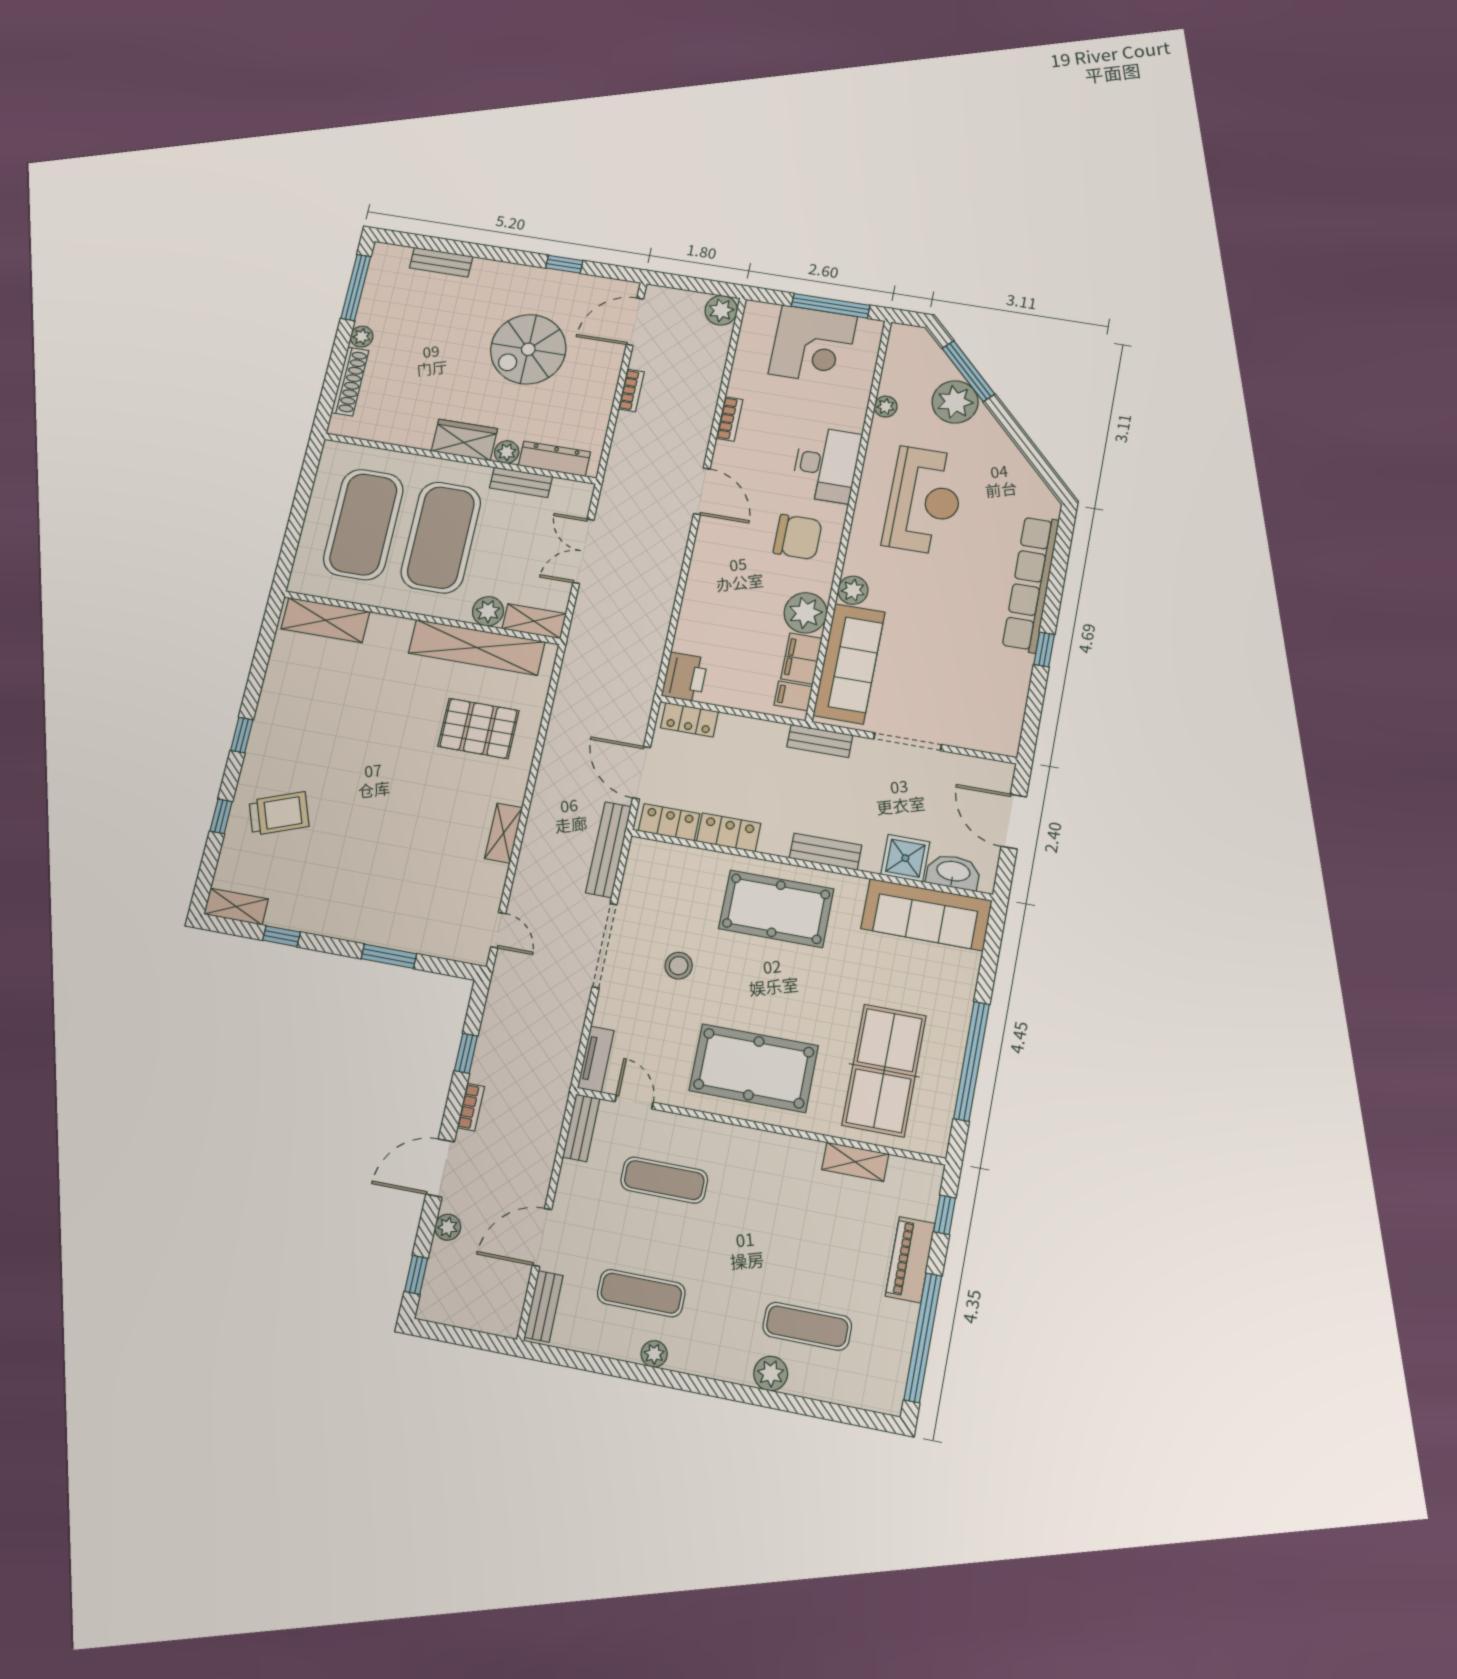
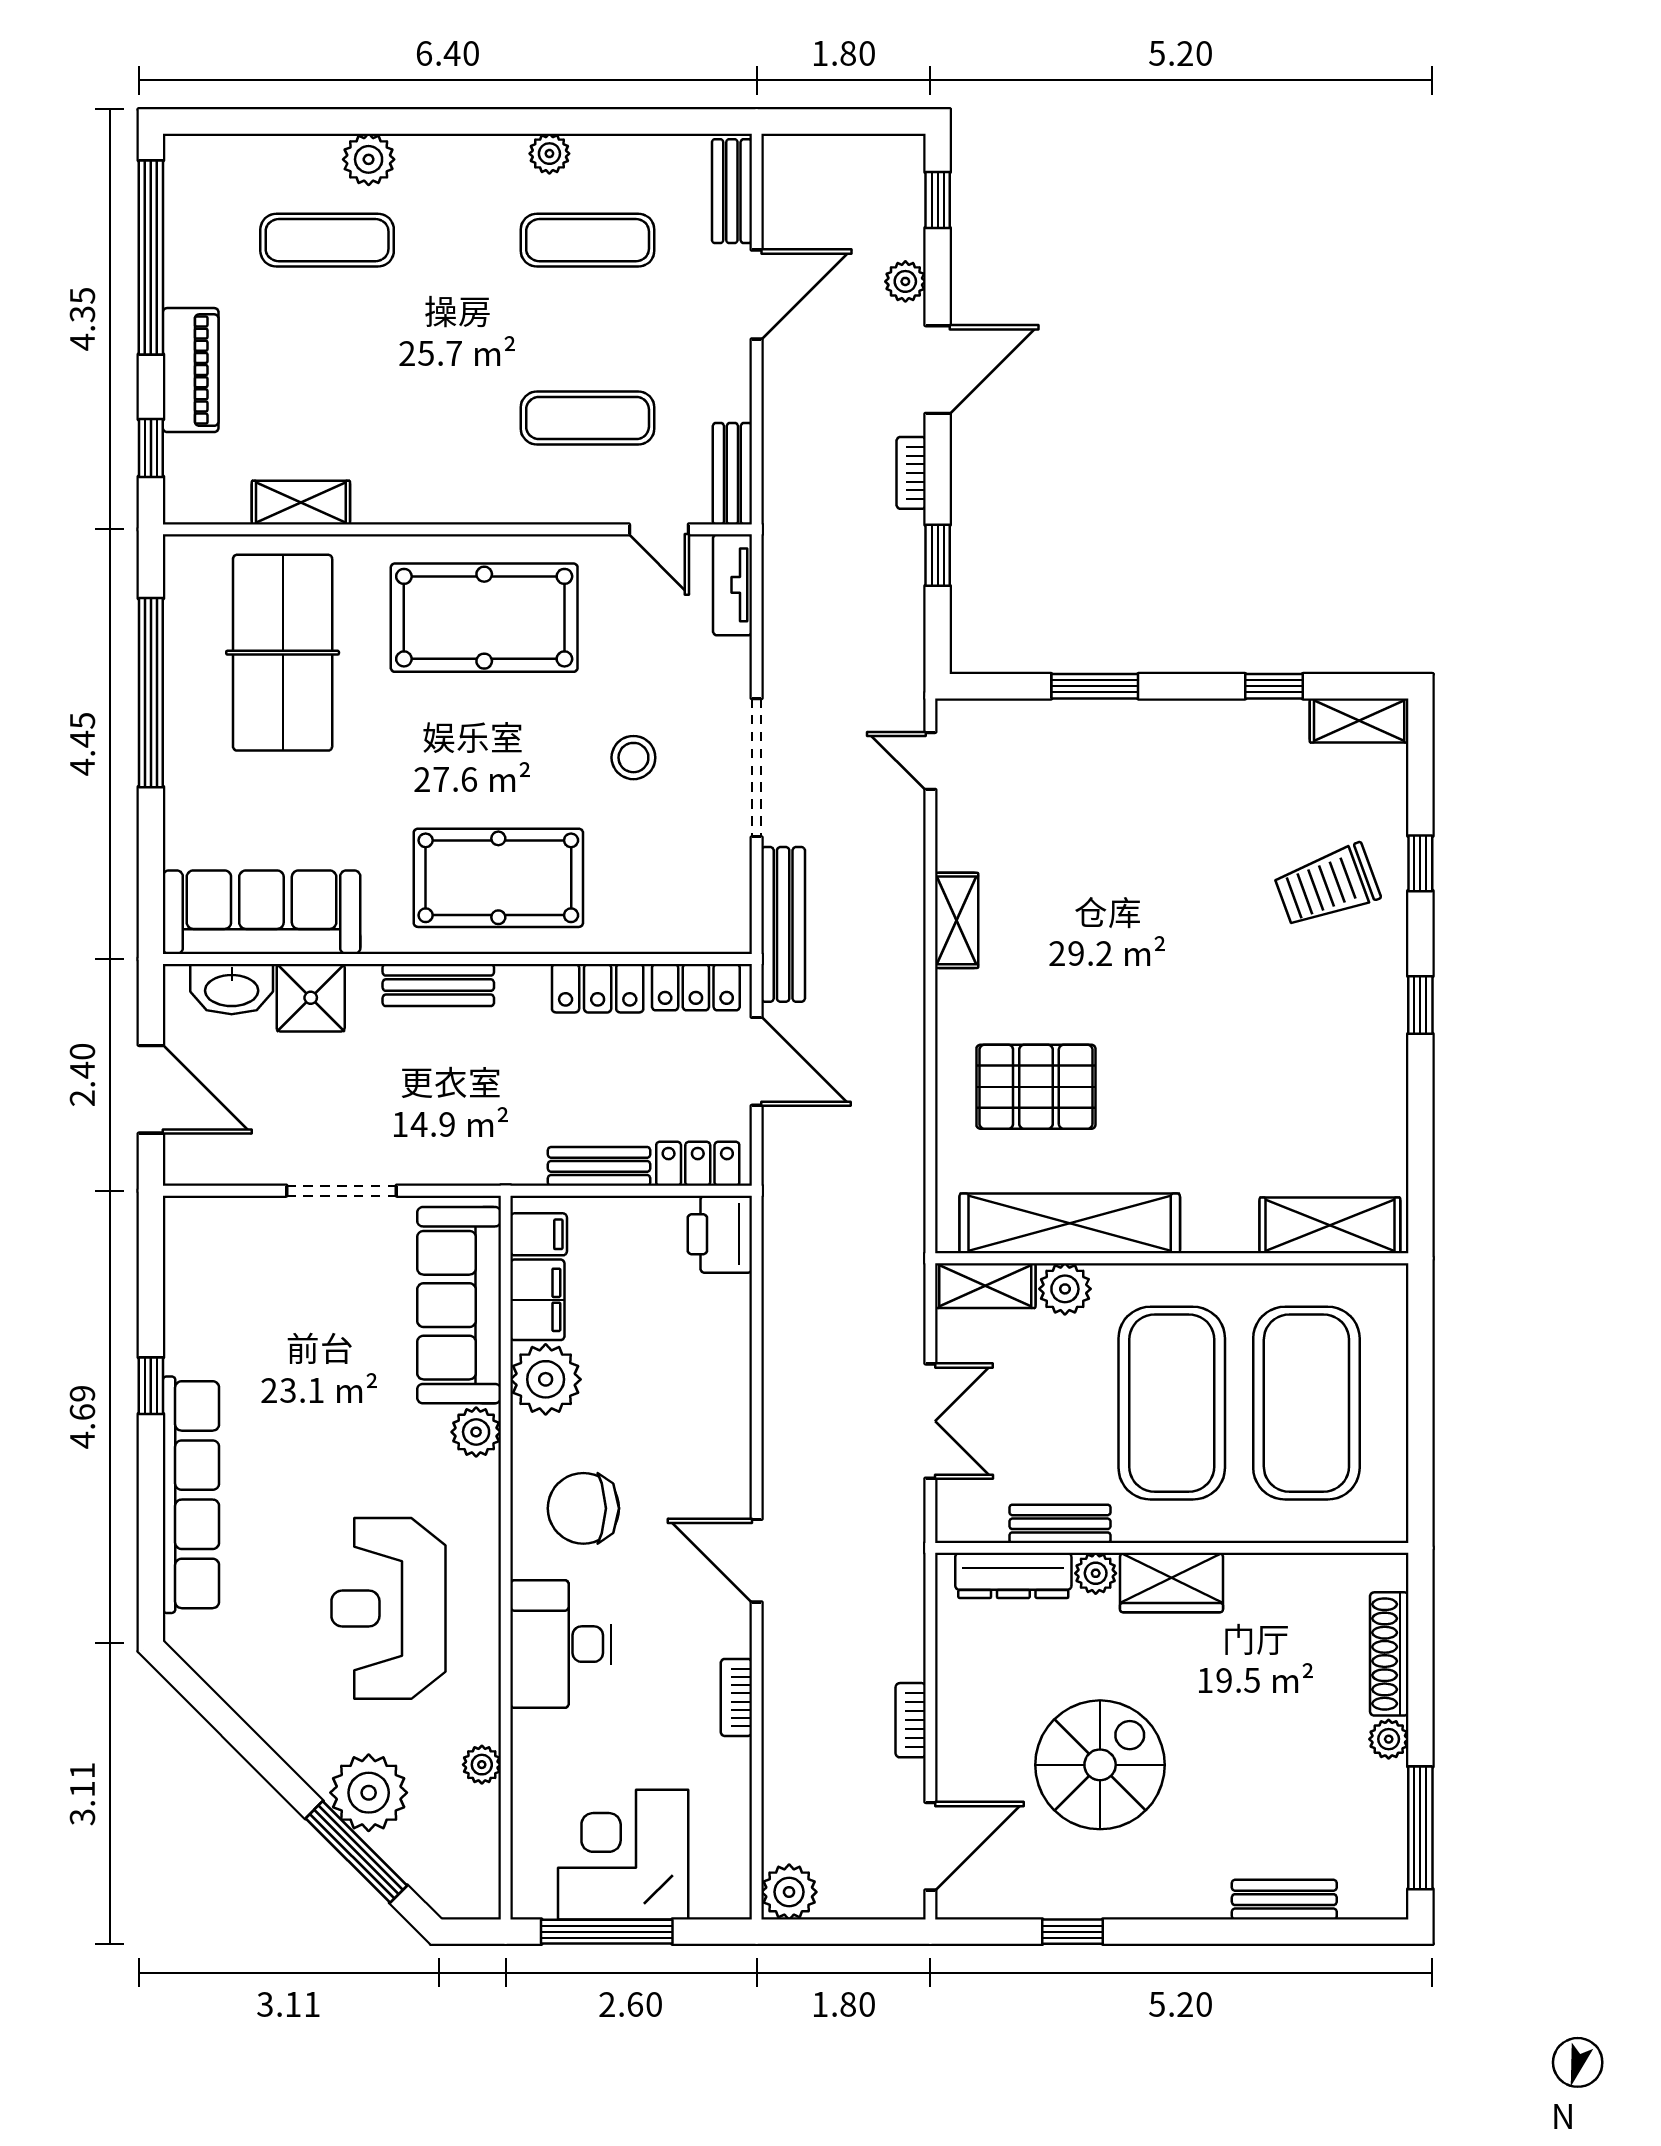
bench: (820, 741) -> (599, 1166), moved

